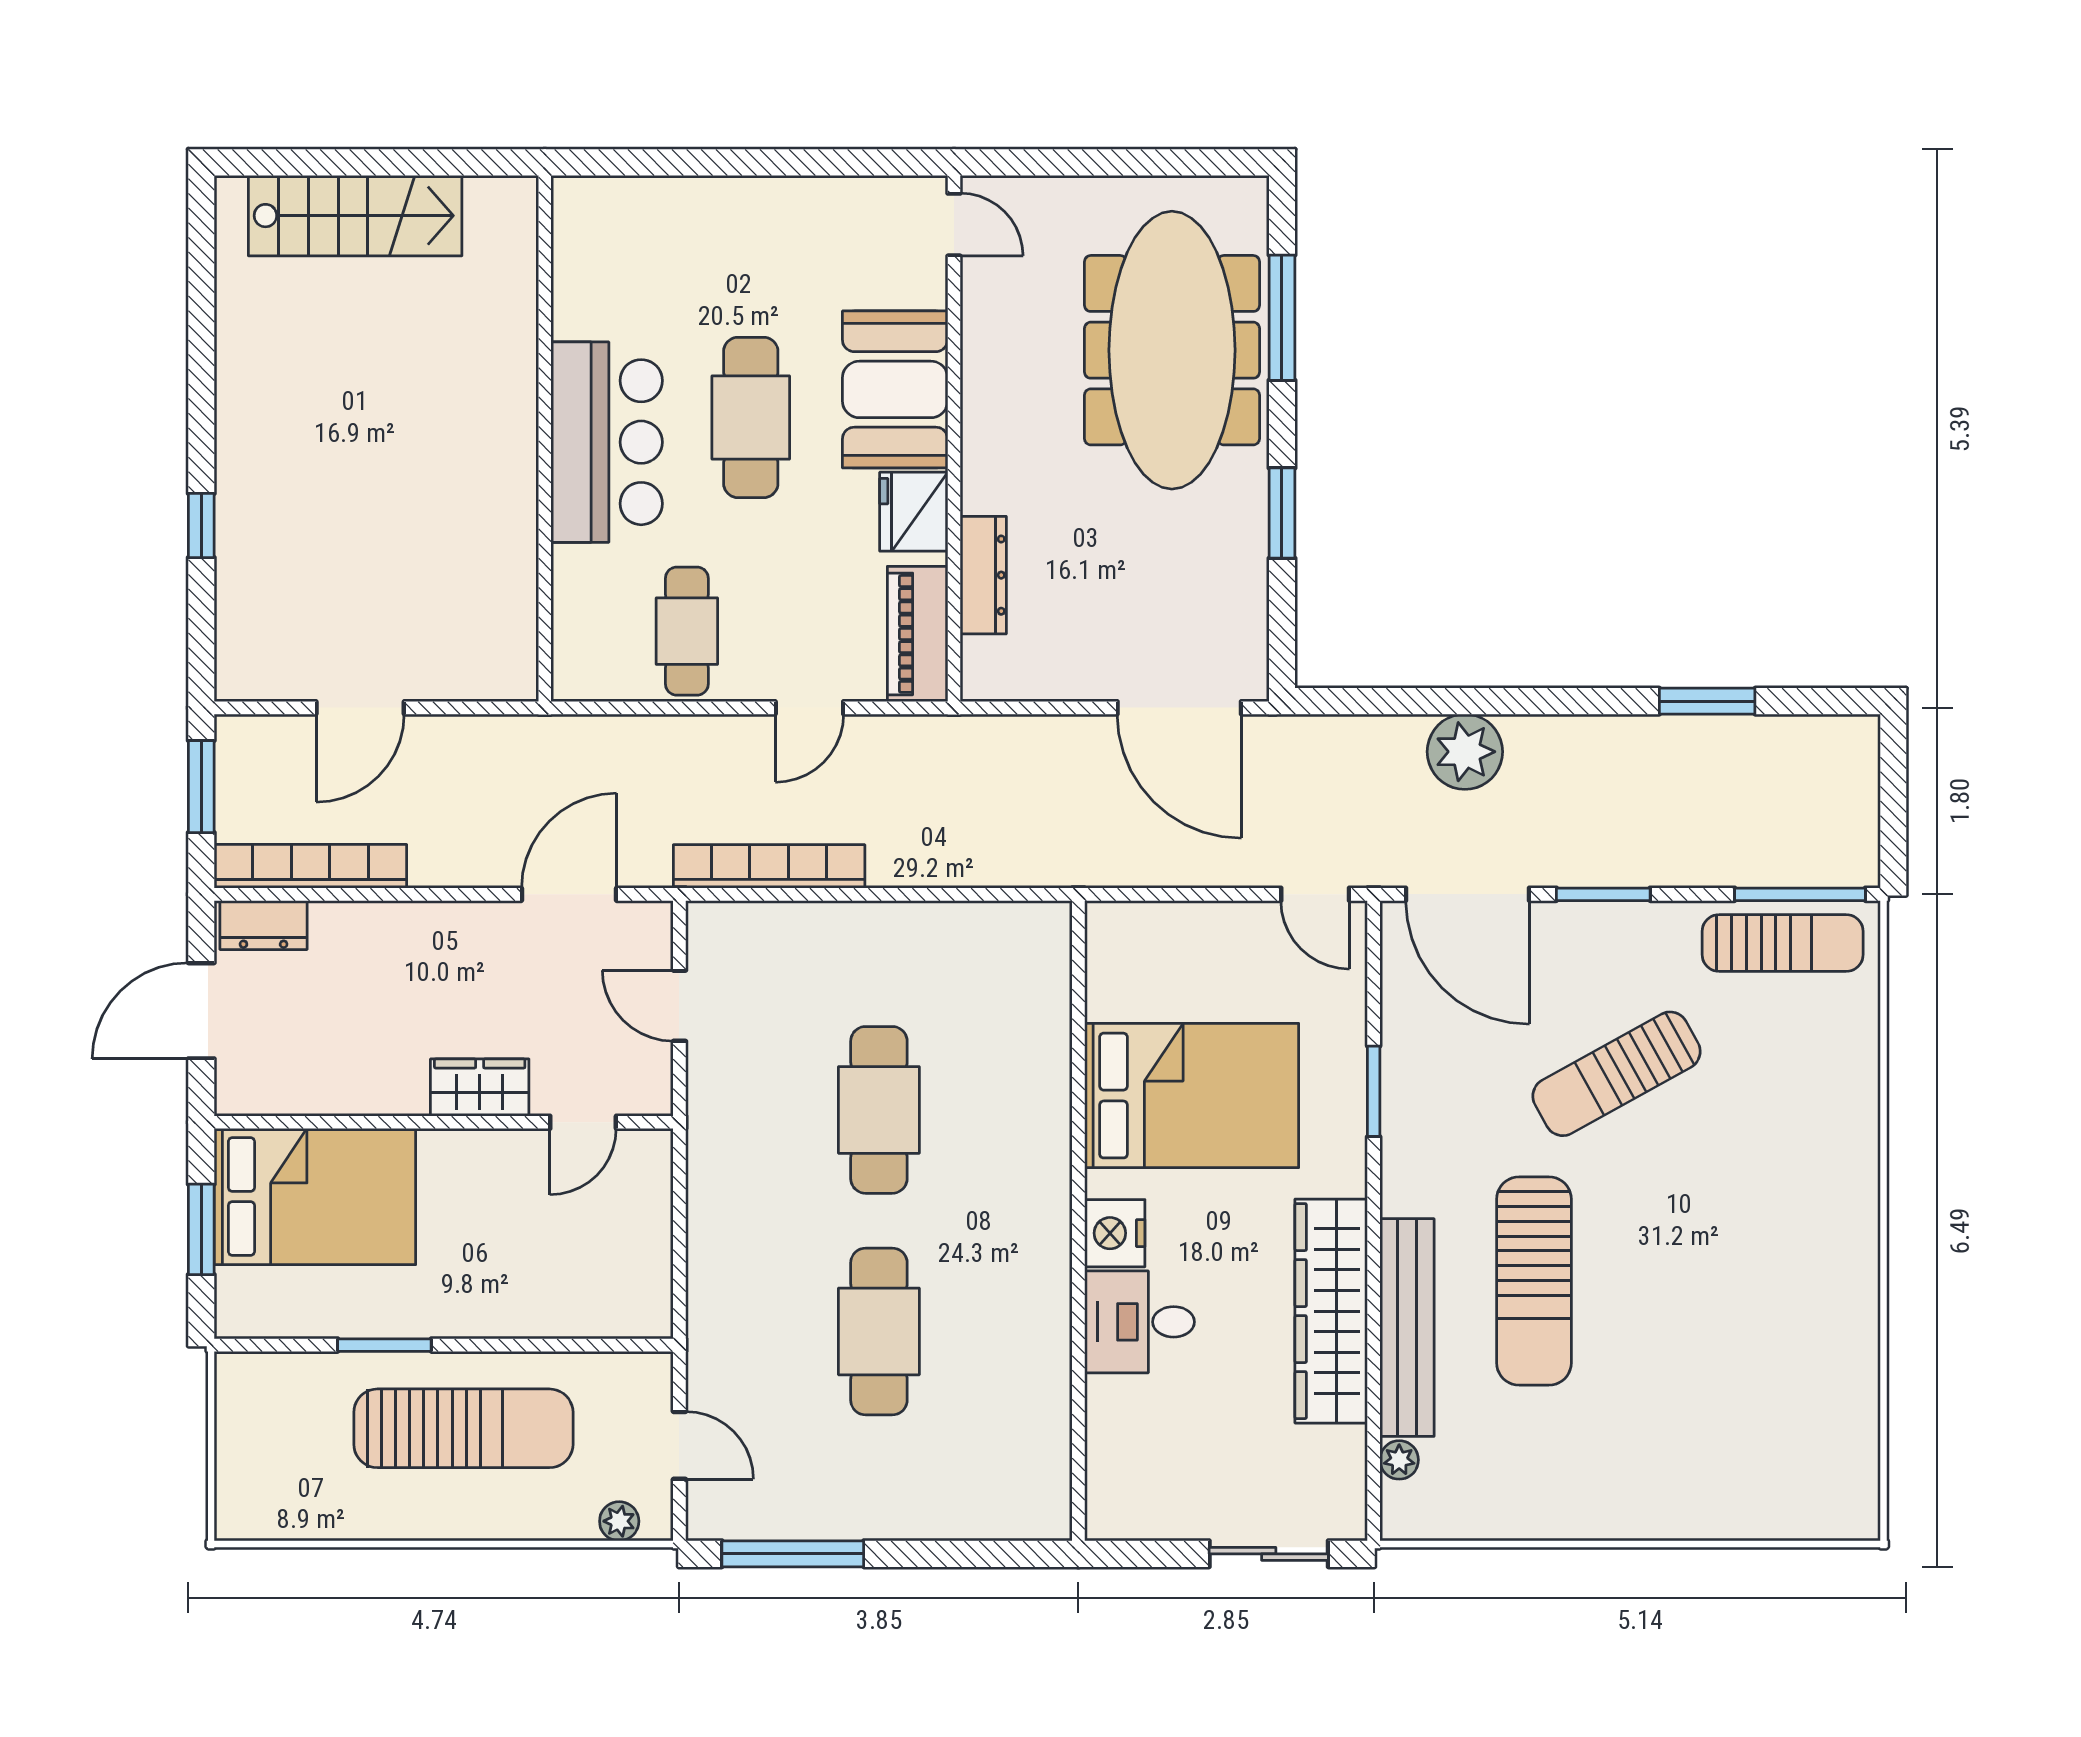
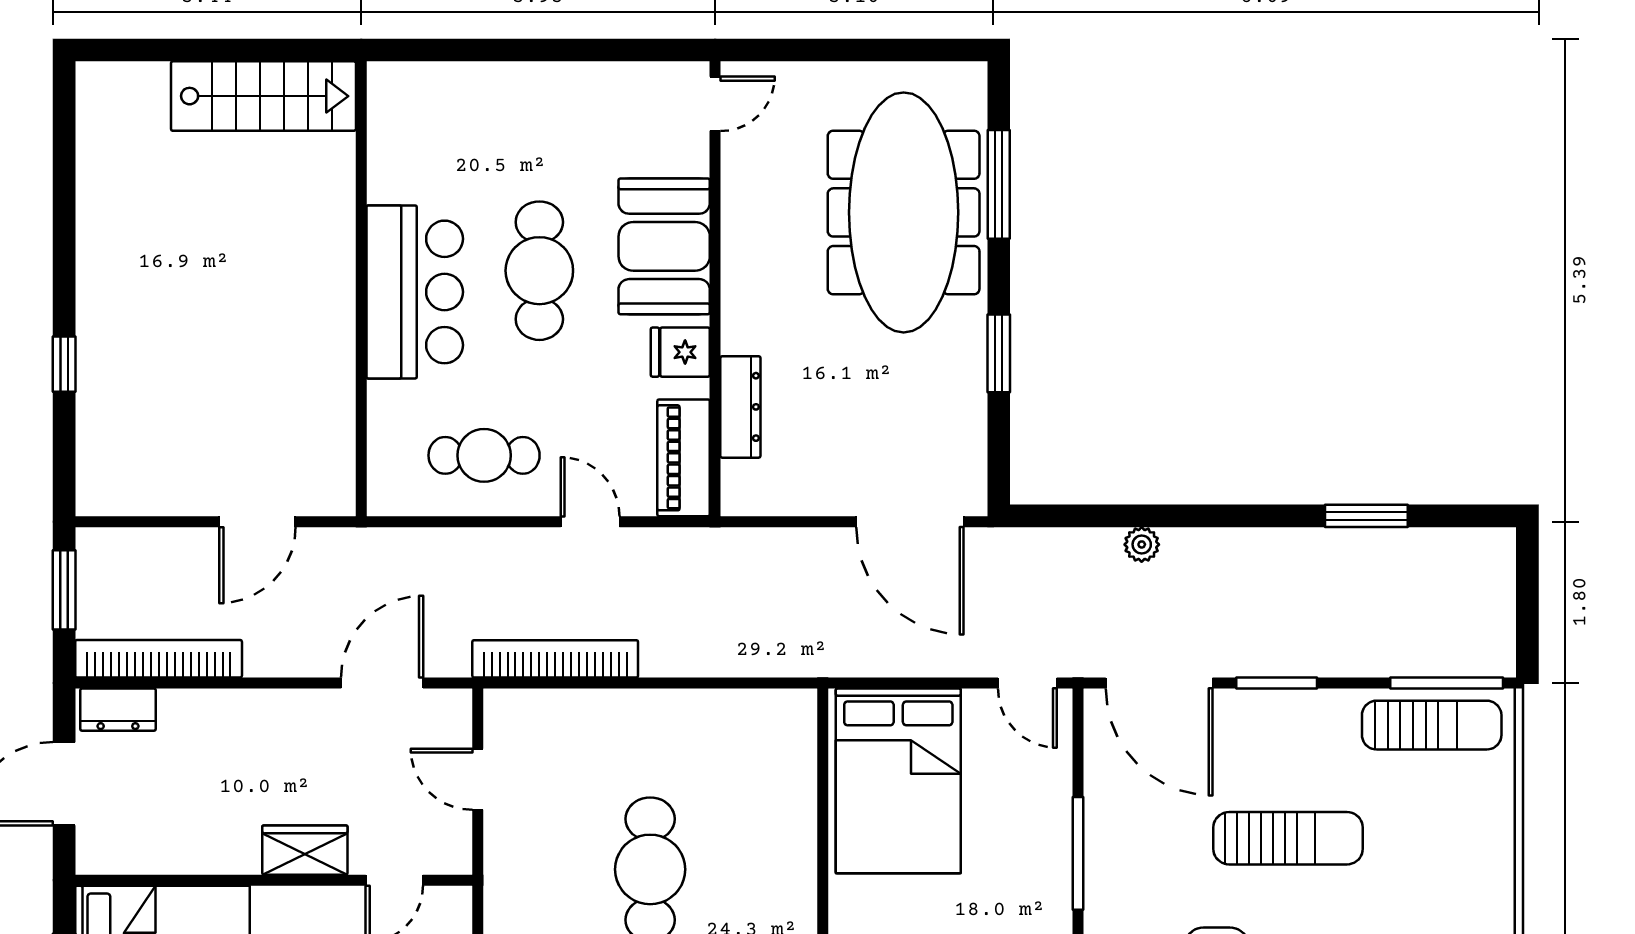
stairs: (355, 216) -> (263, 96), moved
door: (954, 225) -> (715, 104), hinge flipped
fridge: (914, 512) -> (680, 352), width x0.72
cafe table: (687, 631) -> (484, 455), turned 90
door: (360, 708) -> (257, 522), moved
door: (809, 708) -> (590, 522), swing flipped
plant: (1465, 752) -> (1142, 544), width x0.53, depth x0.53
sun lounger: (1617, 1074) -> (1288, 838), turned -151
window: (1374, 1091) -> (1078, 853), width x1.44
bed: (1192, 1096) -> (898, 781), moved, turned 90

